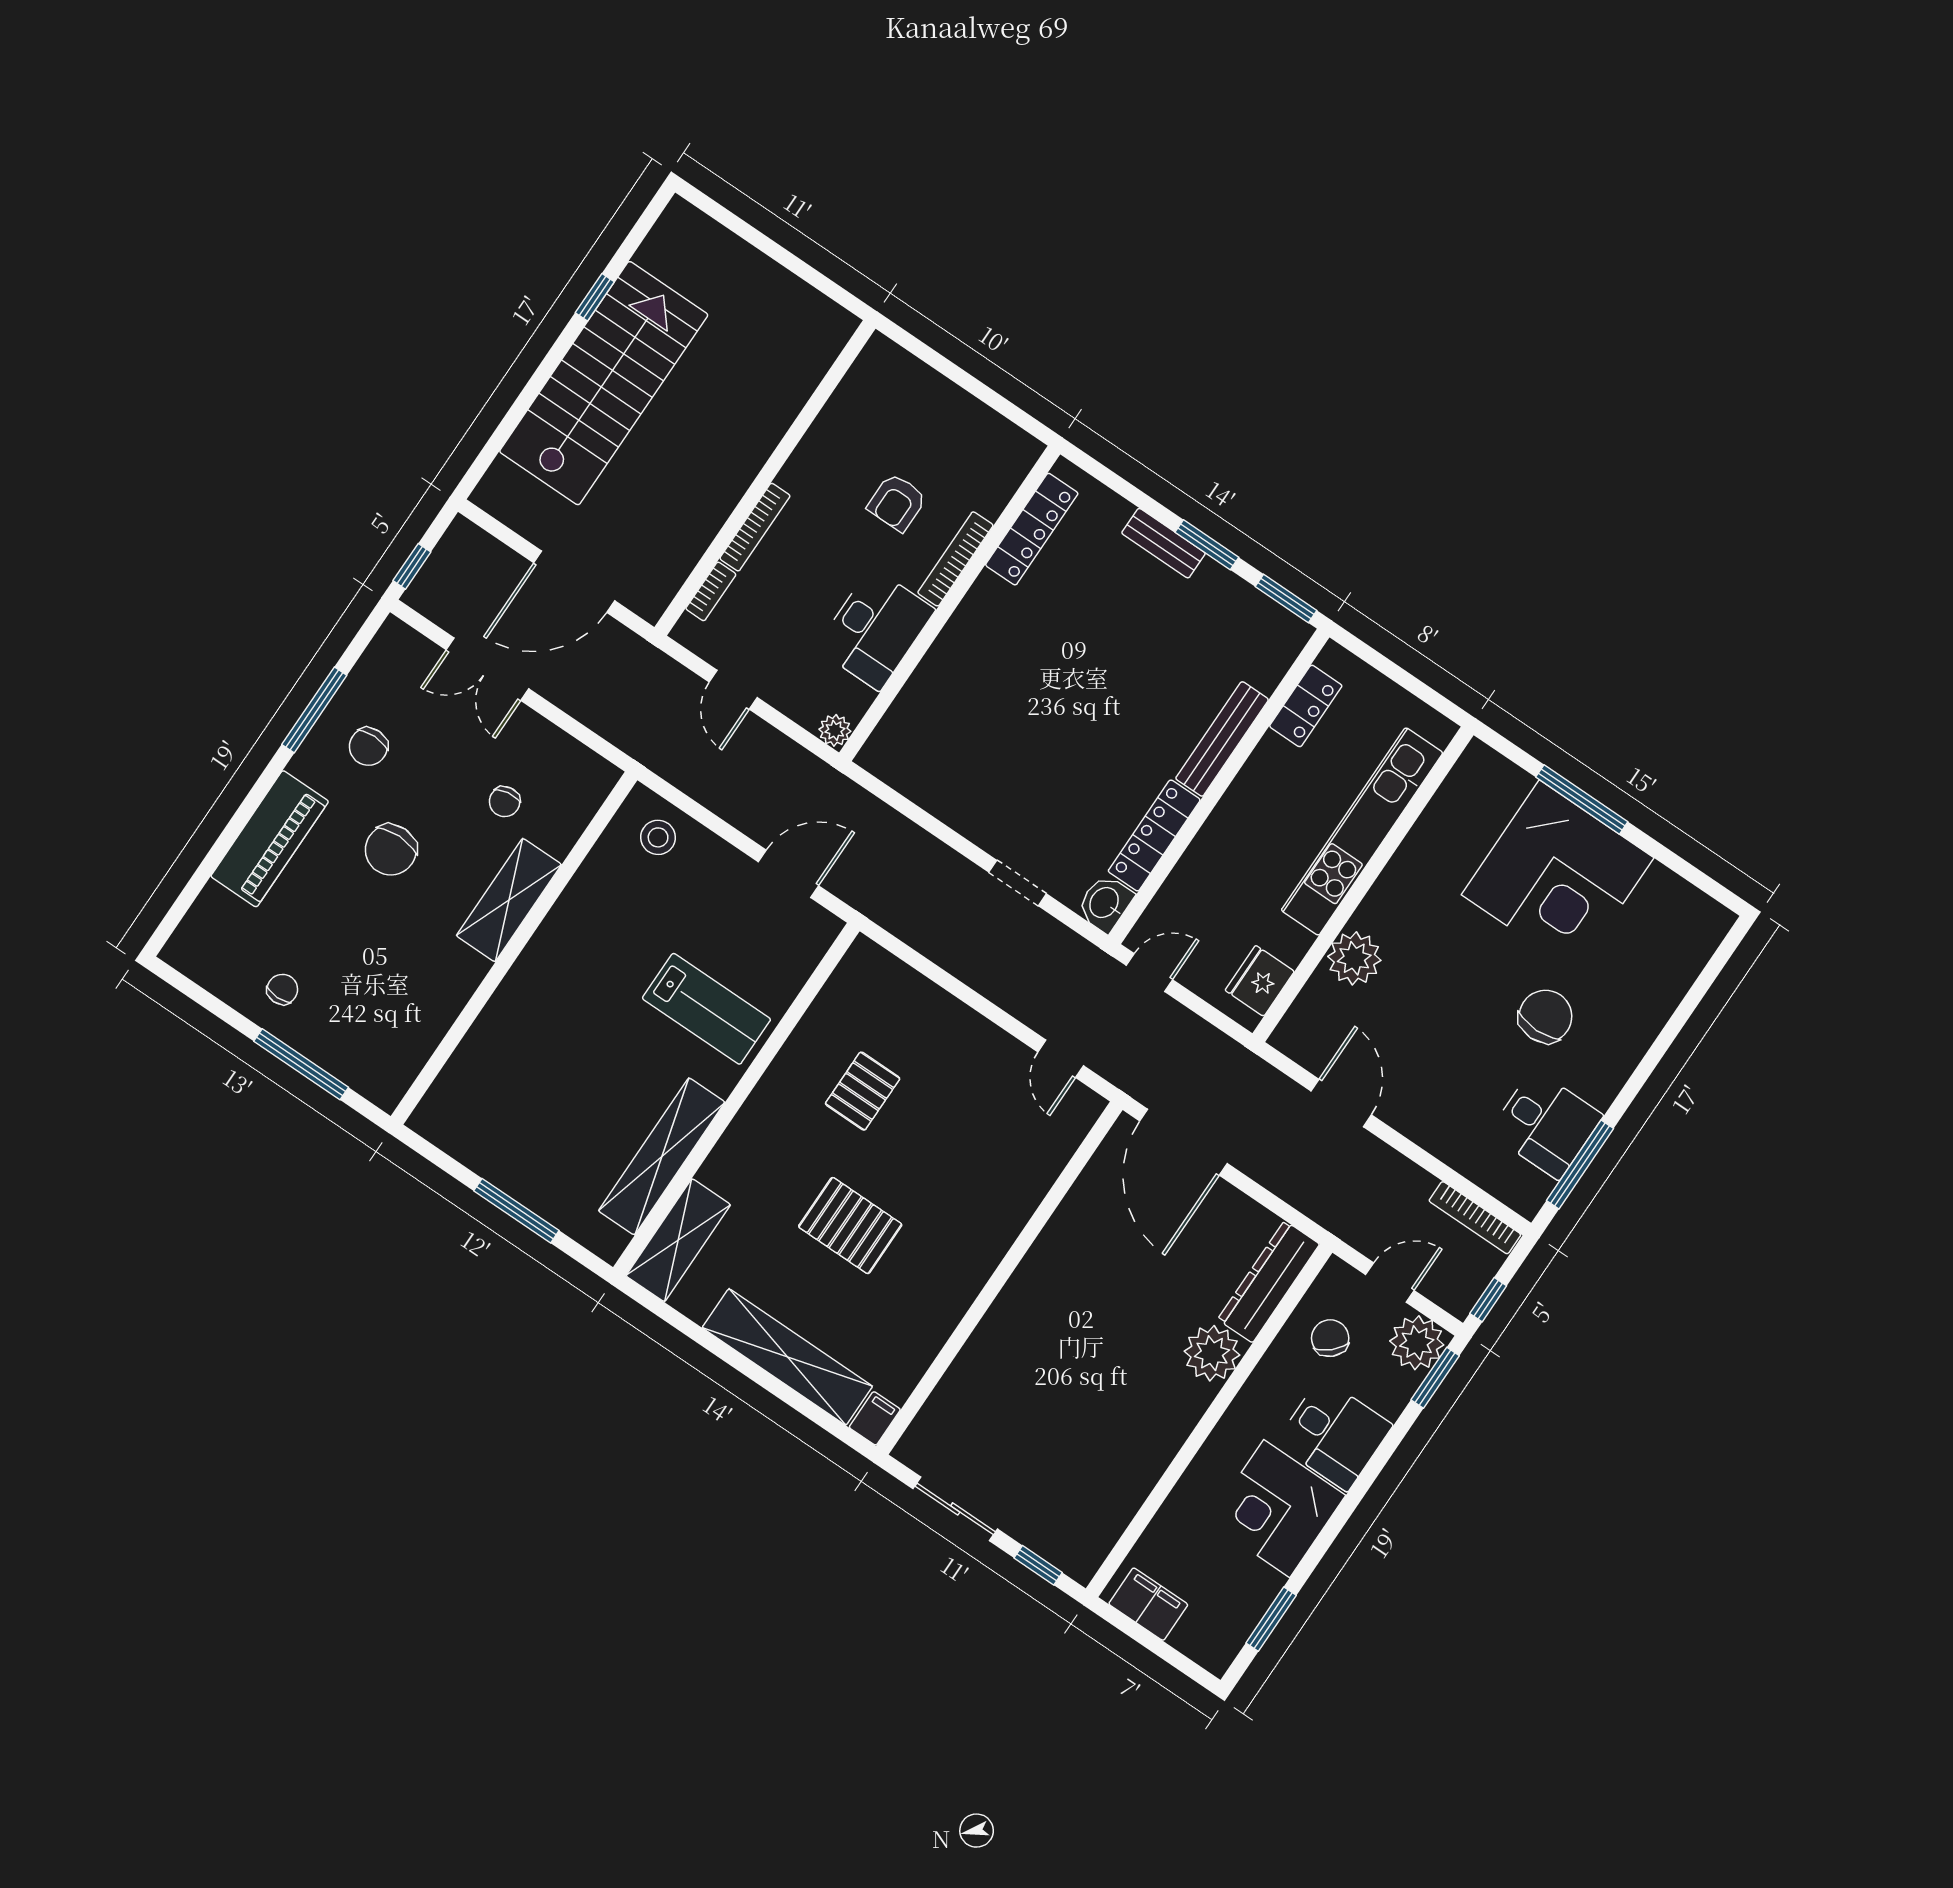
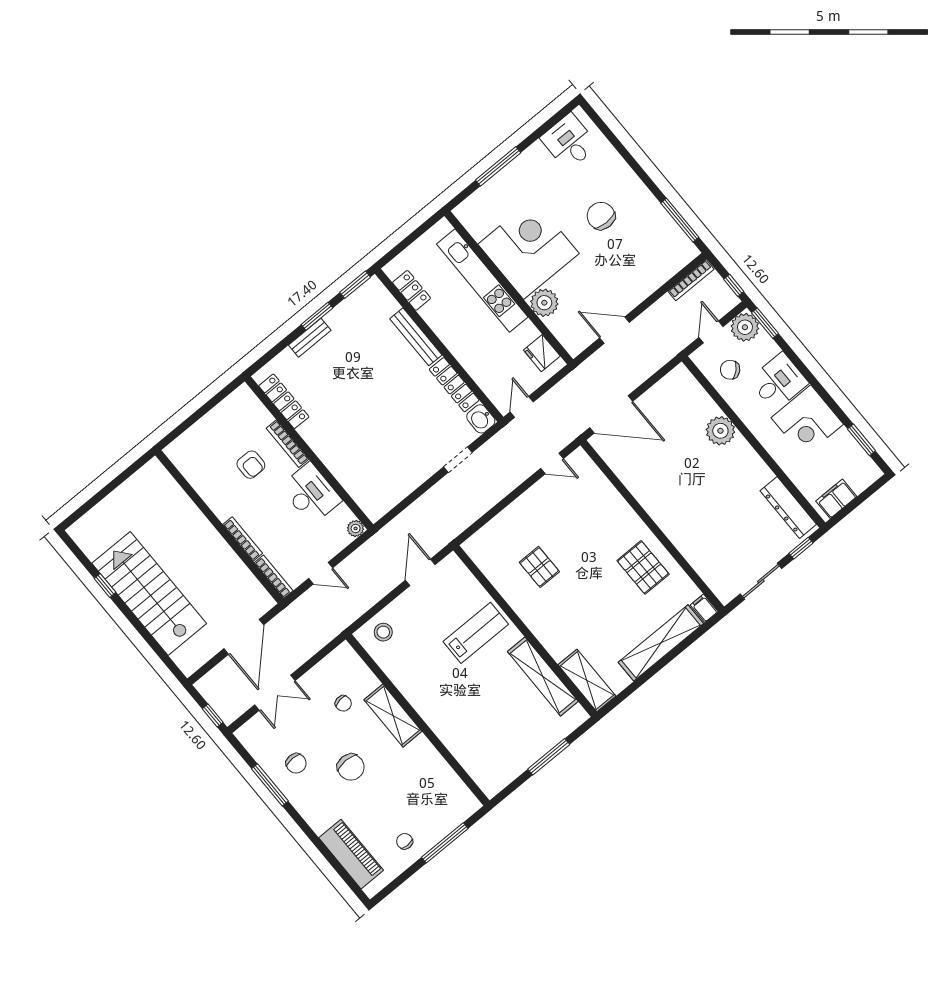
bookcase: (711, 591) -> (274, 577), width x1.56
piano: (270, 839) -> (351, 854), moved
corner desk: (1558, 876) -> (529, 249), moved, turned -90
desk: (1546, 1124) -> (569, 142), moved, turned -90
pallet: (850, 1226) -> (643, 567), moved, turned 90
dresser: (1269, 1282) -> (788, 507), moved

